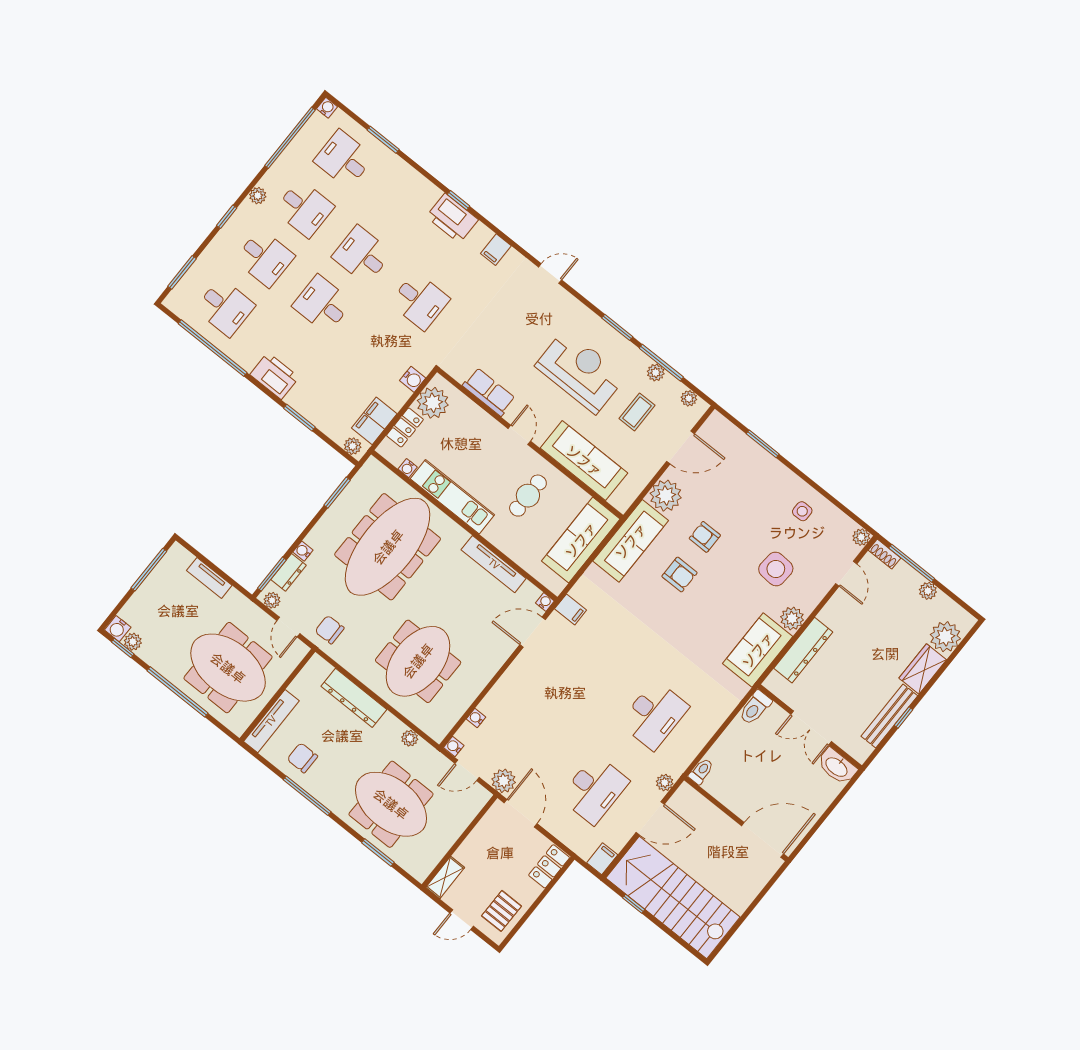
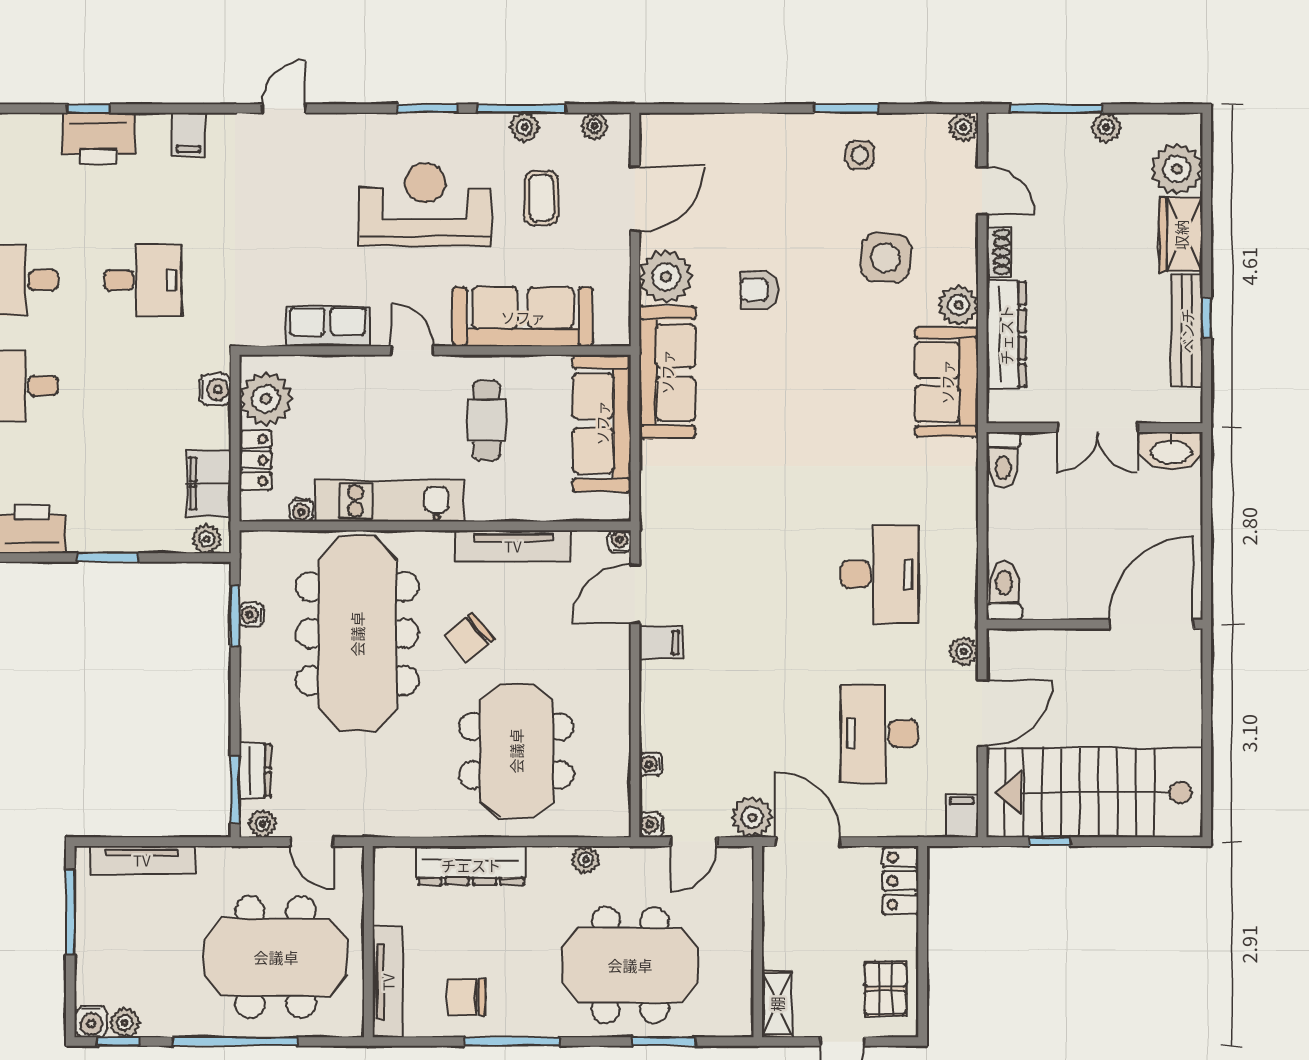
window: (763, 444) -> (846, 108), moved
water cooler: (303, 551) -> (251, 615), moved
shoe rack: (885, 554) -> (999, 252), moved, turned -90
armchair: (680, 574) -> (766, 365), removed
tv unit: (209, 578) -> (142, 860), width x1.41
filing cabinet: (571, 609) -> (661, 643), moved
chair: (329, 630) -> (470, 637), moved, turned -39
toilet: (701, 771) -> (1004, 591), width x1.37, depth x1.39
desk: (595, 789) -> (880, 734), turned 180

